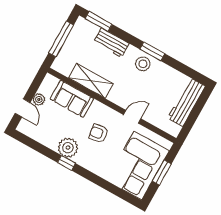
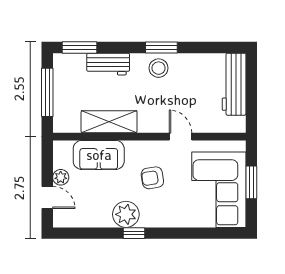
door: (132, 117) -> (180, 137), hinge flipped

